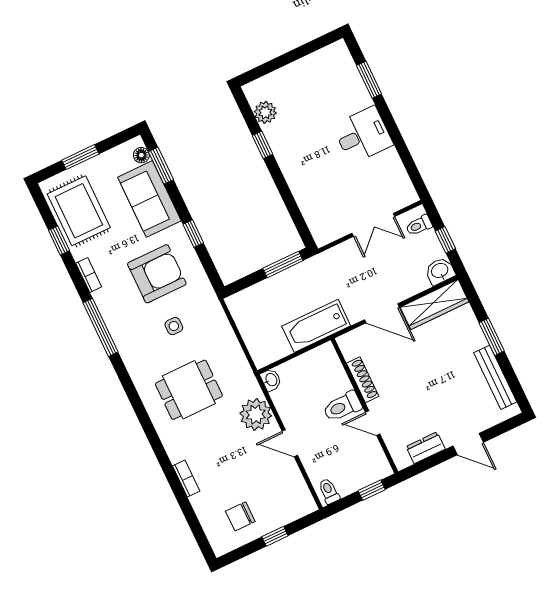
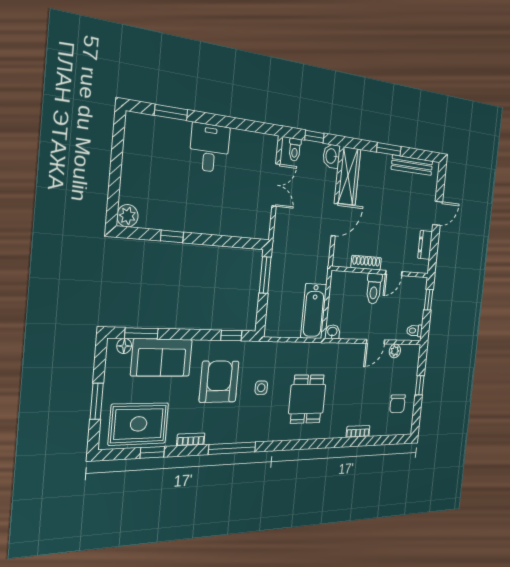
plant: (265, 112) -> (127, 216), moved
window: (193, 234) -> (231, 336), moved
bathtub: (316, 326) -> (314, 311), moved
plant: (256, 415) -> (395, 351), moved, width x0.53, depth x0.53

